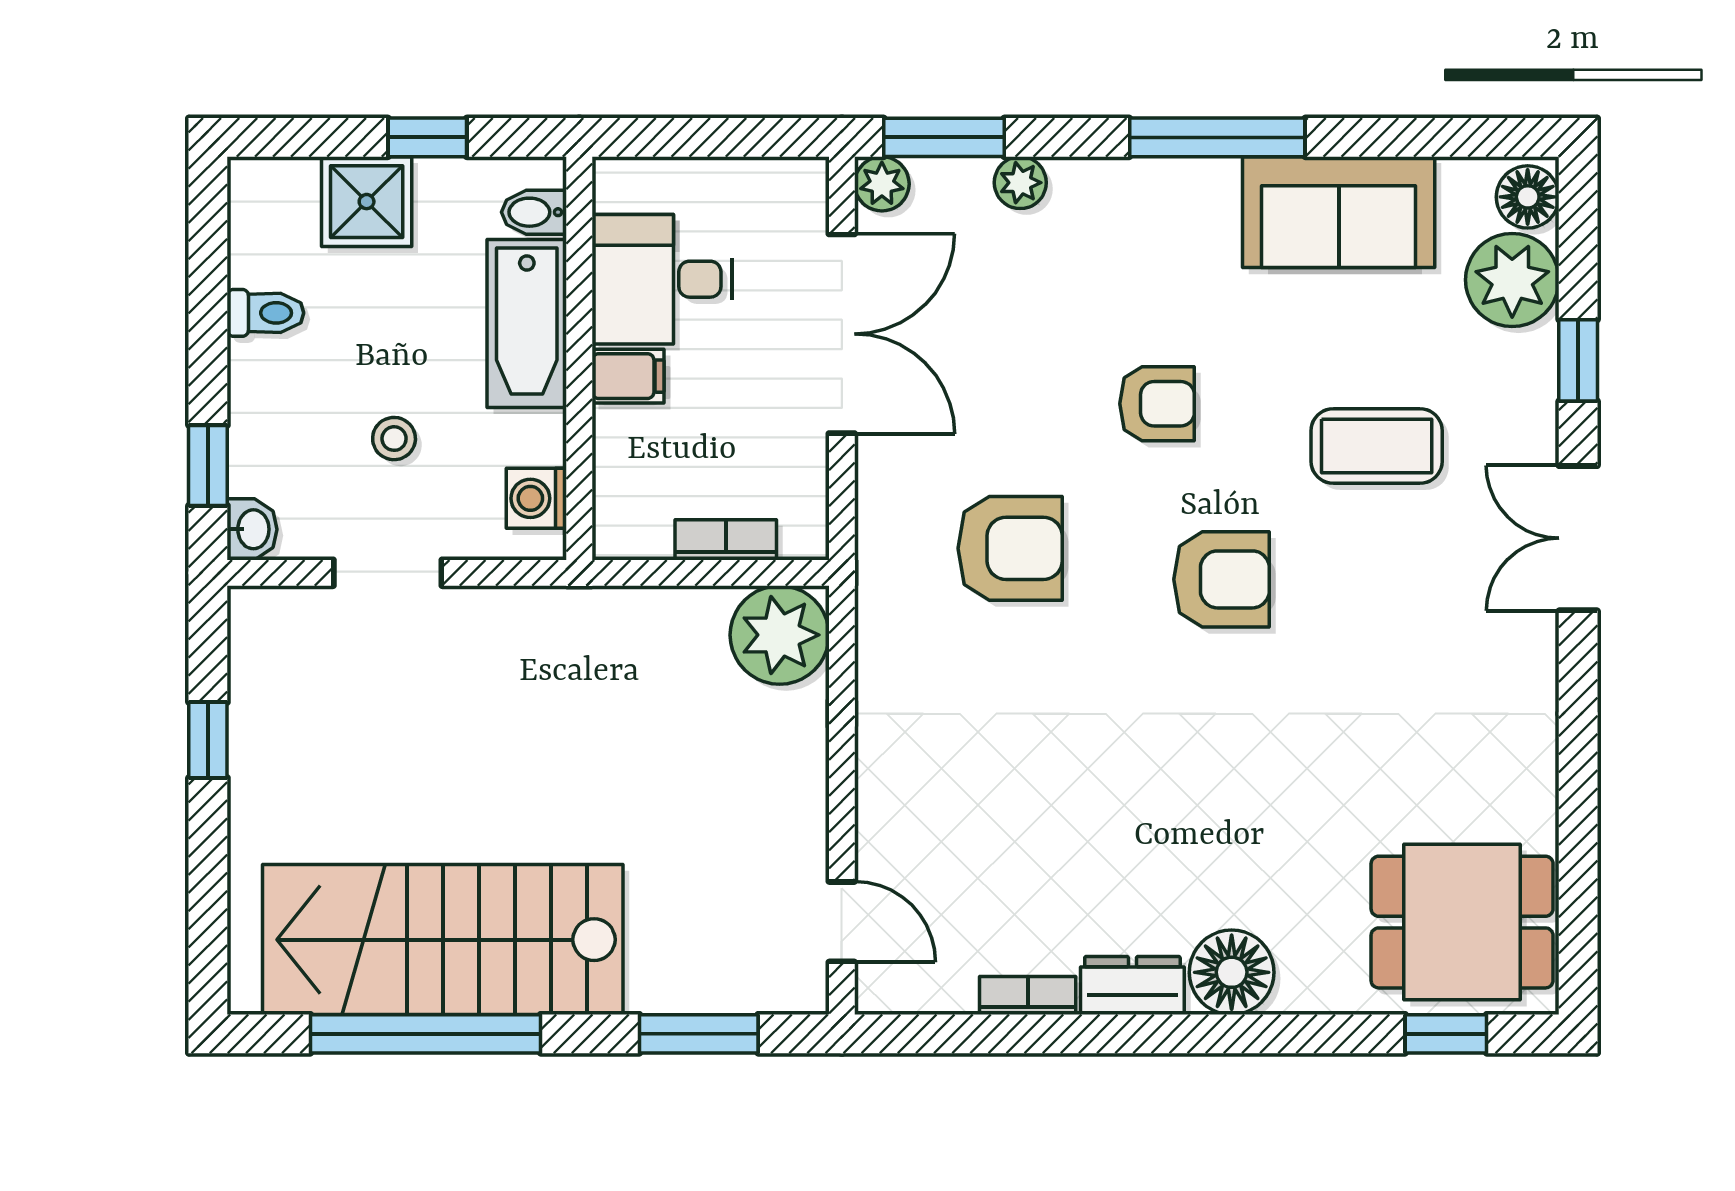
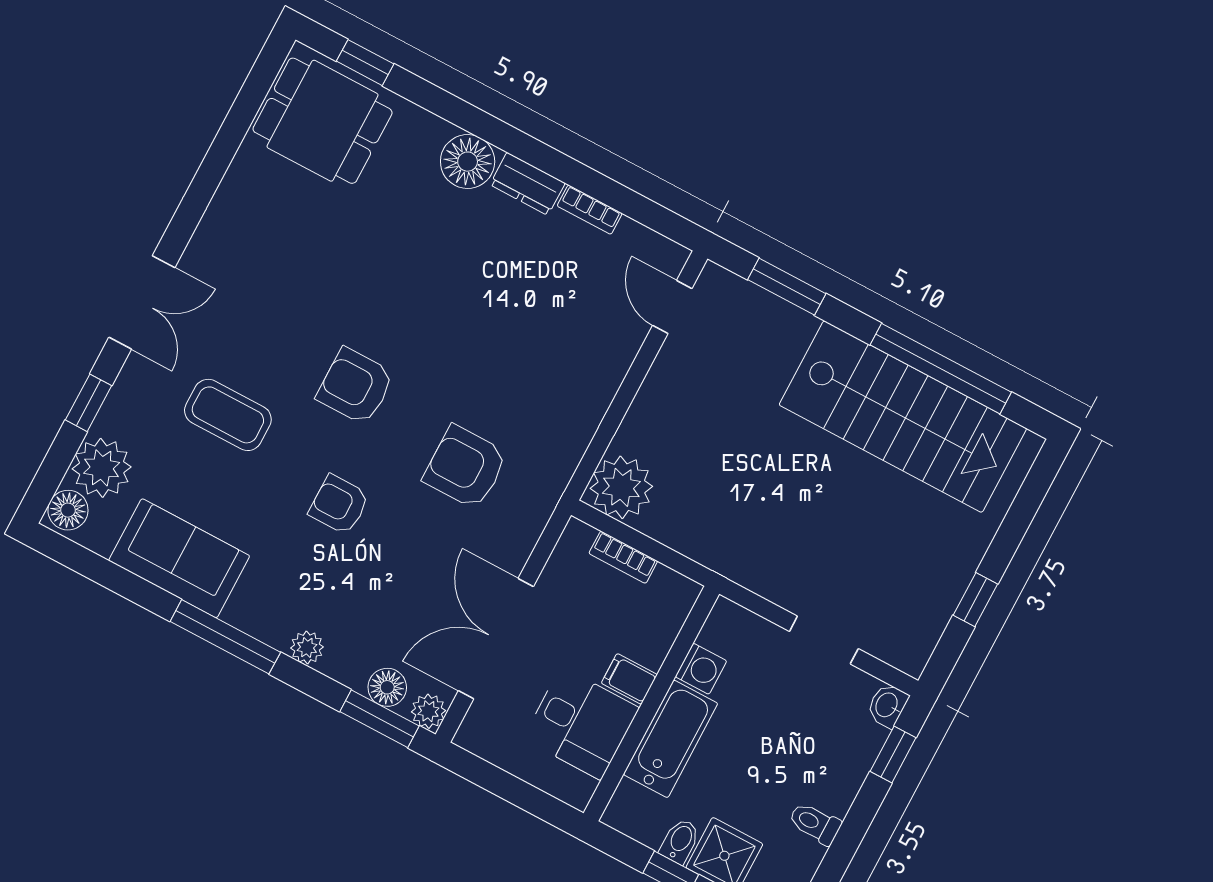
plant: (1020, 183) -> (307, 648), moved
floor lamp: (956, 187) -> (387, 687), added
bidet: (534, 212) -> (680, 841), moved, turned -90
stool: (394, 439) -> (780, 714), removed
washing machine: (536, 498) -> (701, 669), moved

